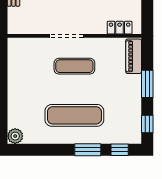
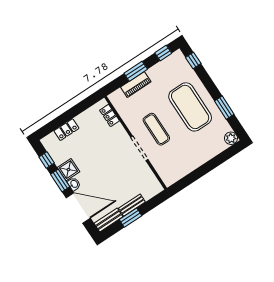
piano: (134, 56) -> (136, 84), moved
exercise mat: (74, 115) -> (190, 107), width x1.47
window: (88, 150) -> (224, 108), moved

